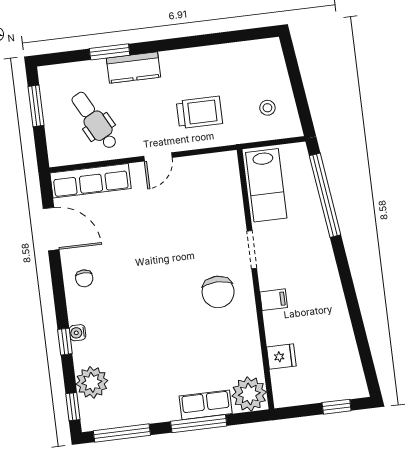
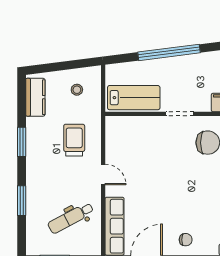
window: (188, 42) -> (22, 142), added
kitchen counter: (134, 68) -> (35, 97), moved
window: (325, 195) -> (169, 52), moved

